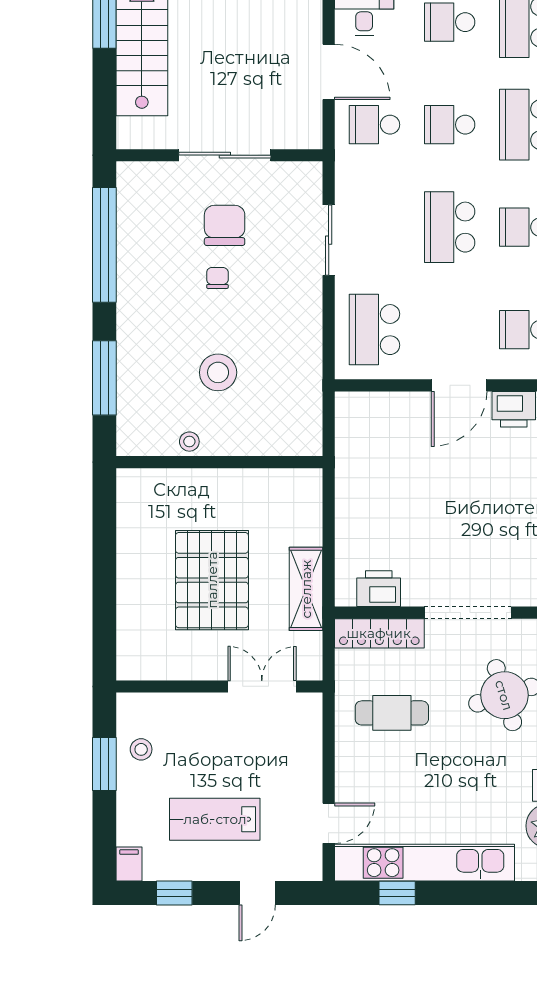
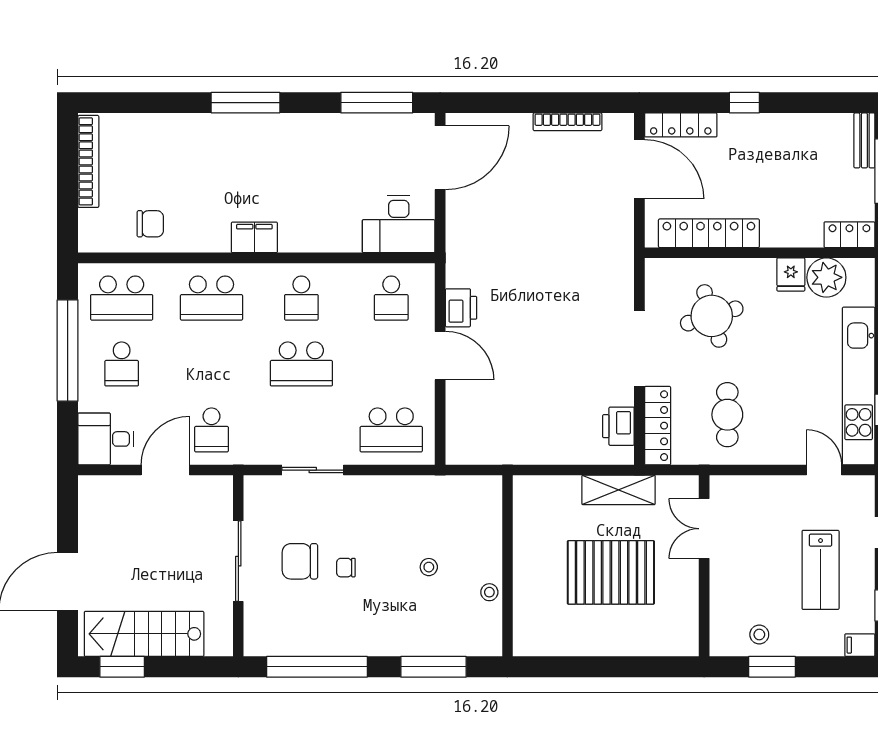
school desk: (450, 125) -> (211, 364), removed
stool: (218, 372) -> (429, 567), width x0.53, depth x0.53

